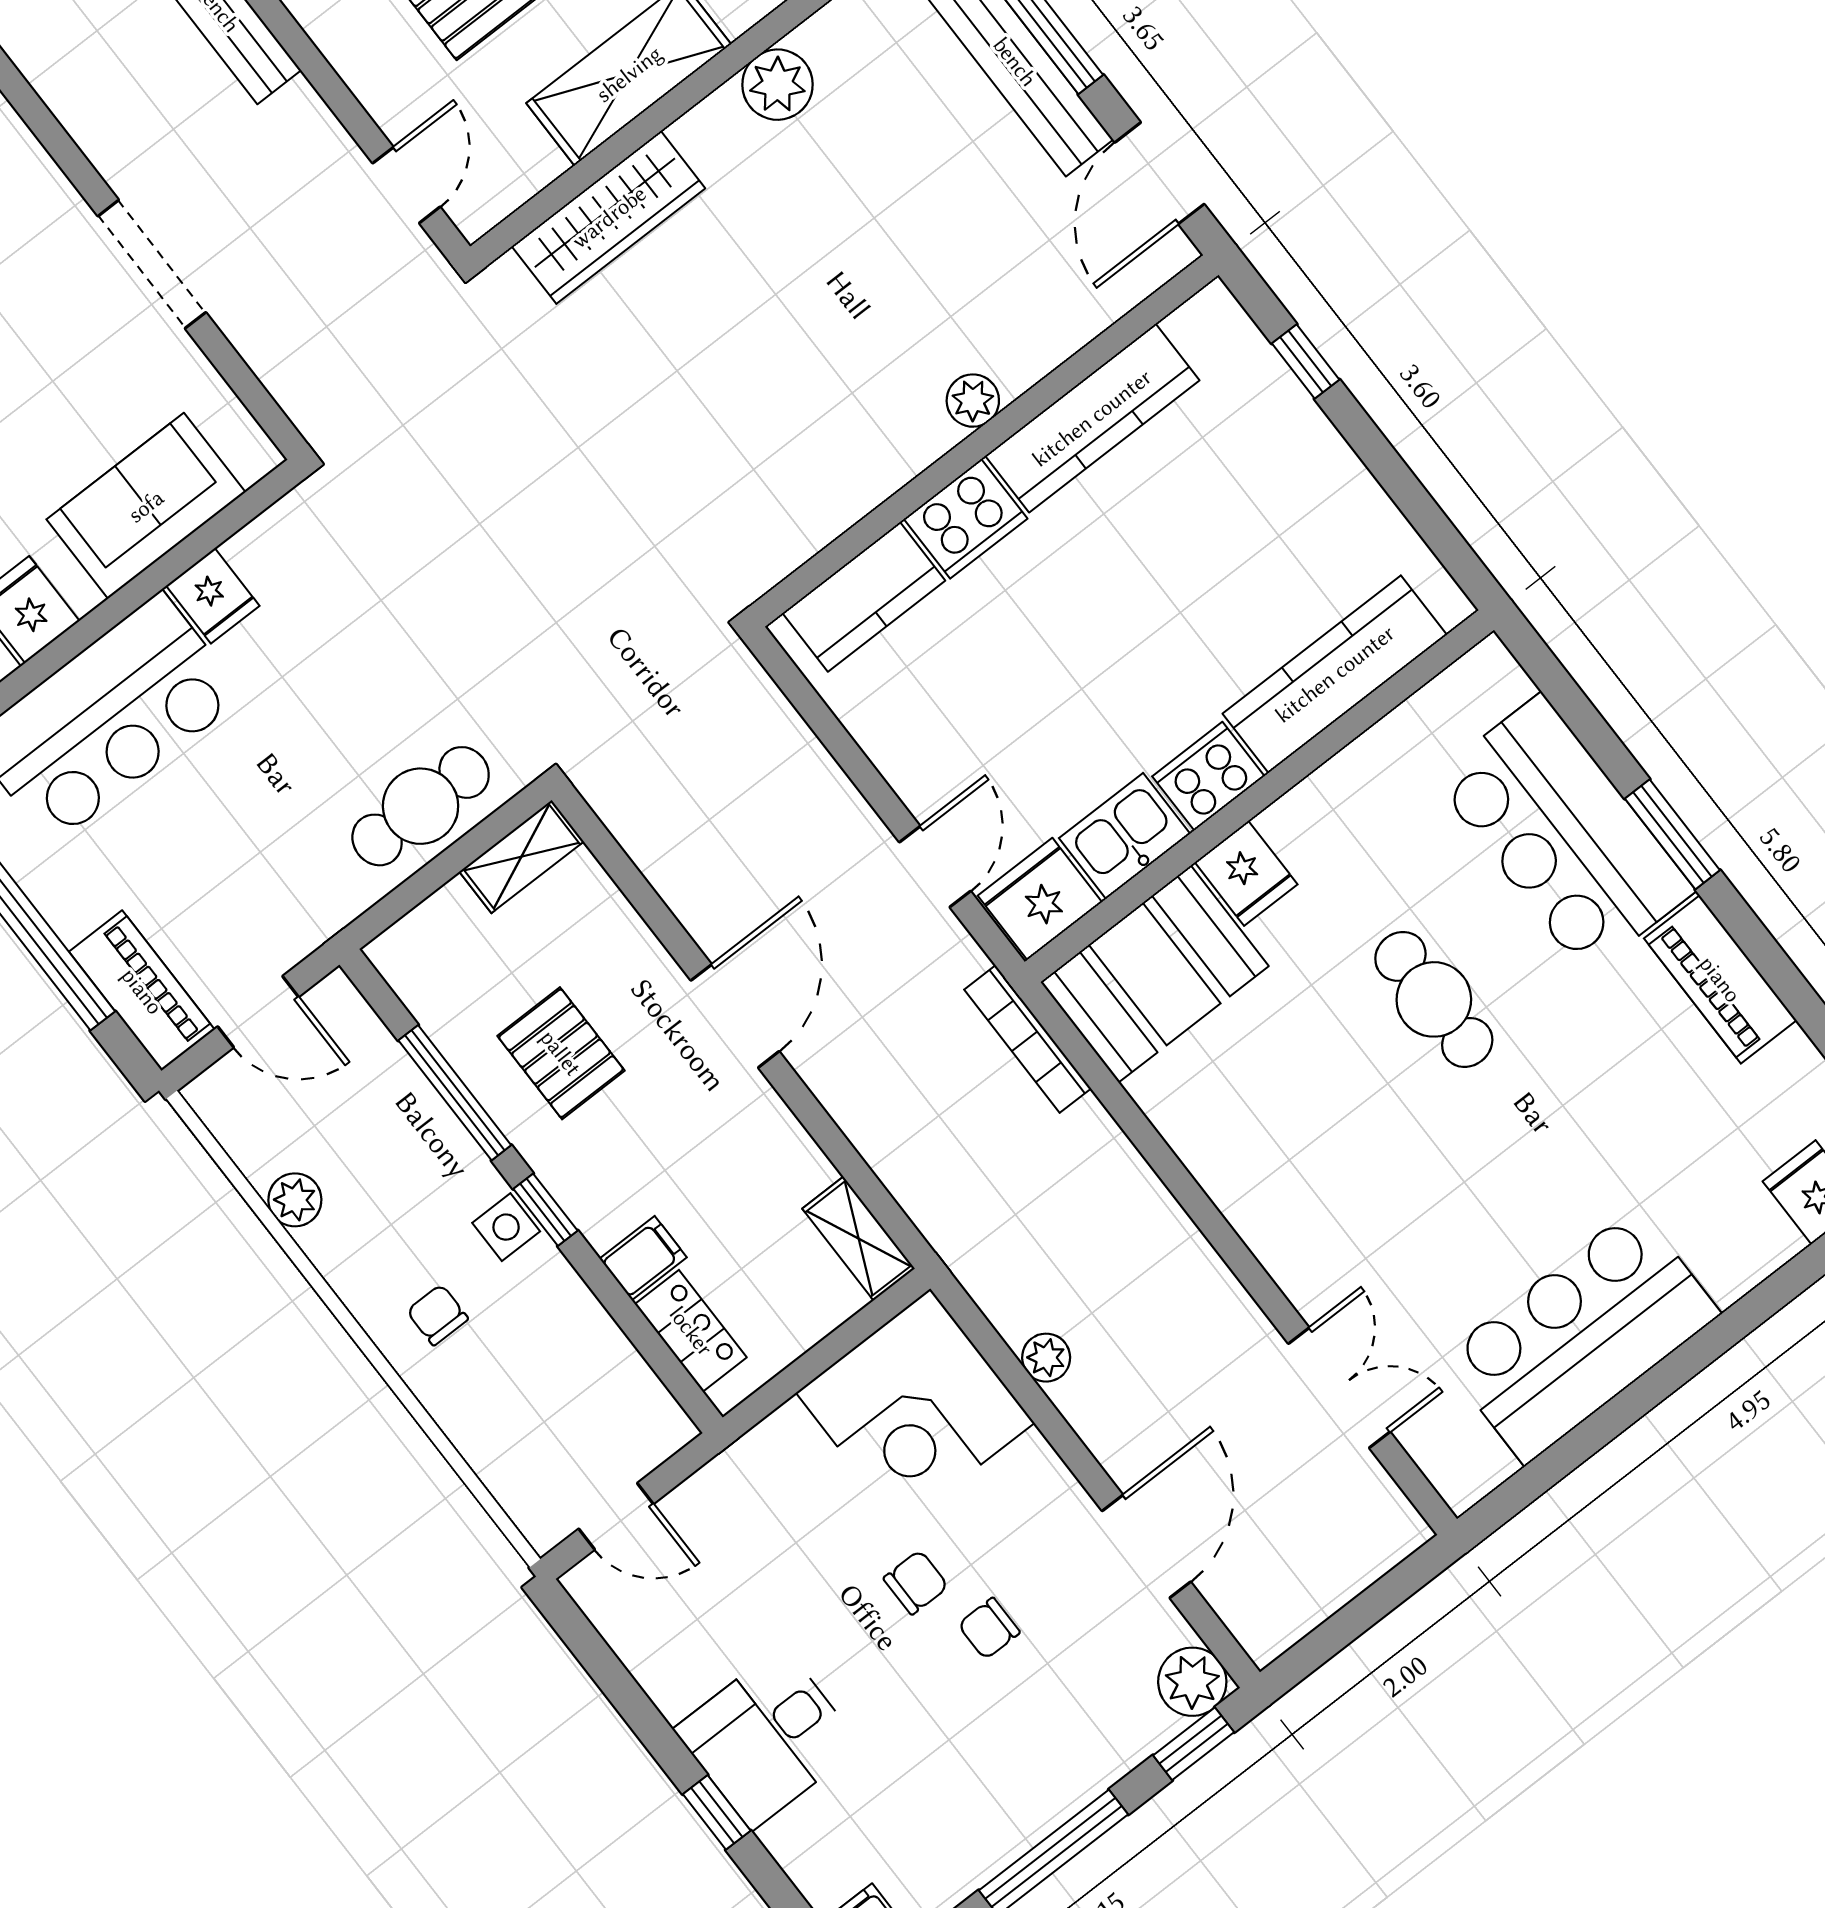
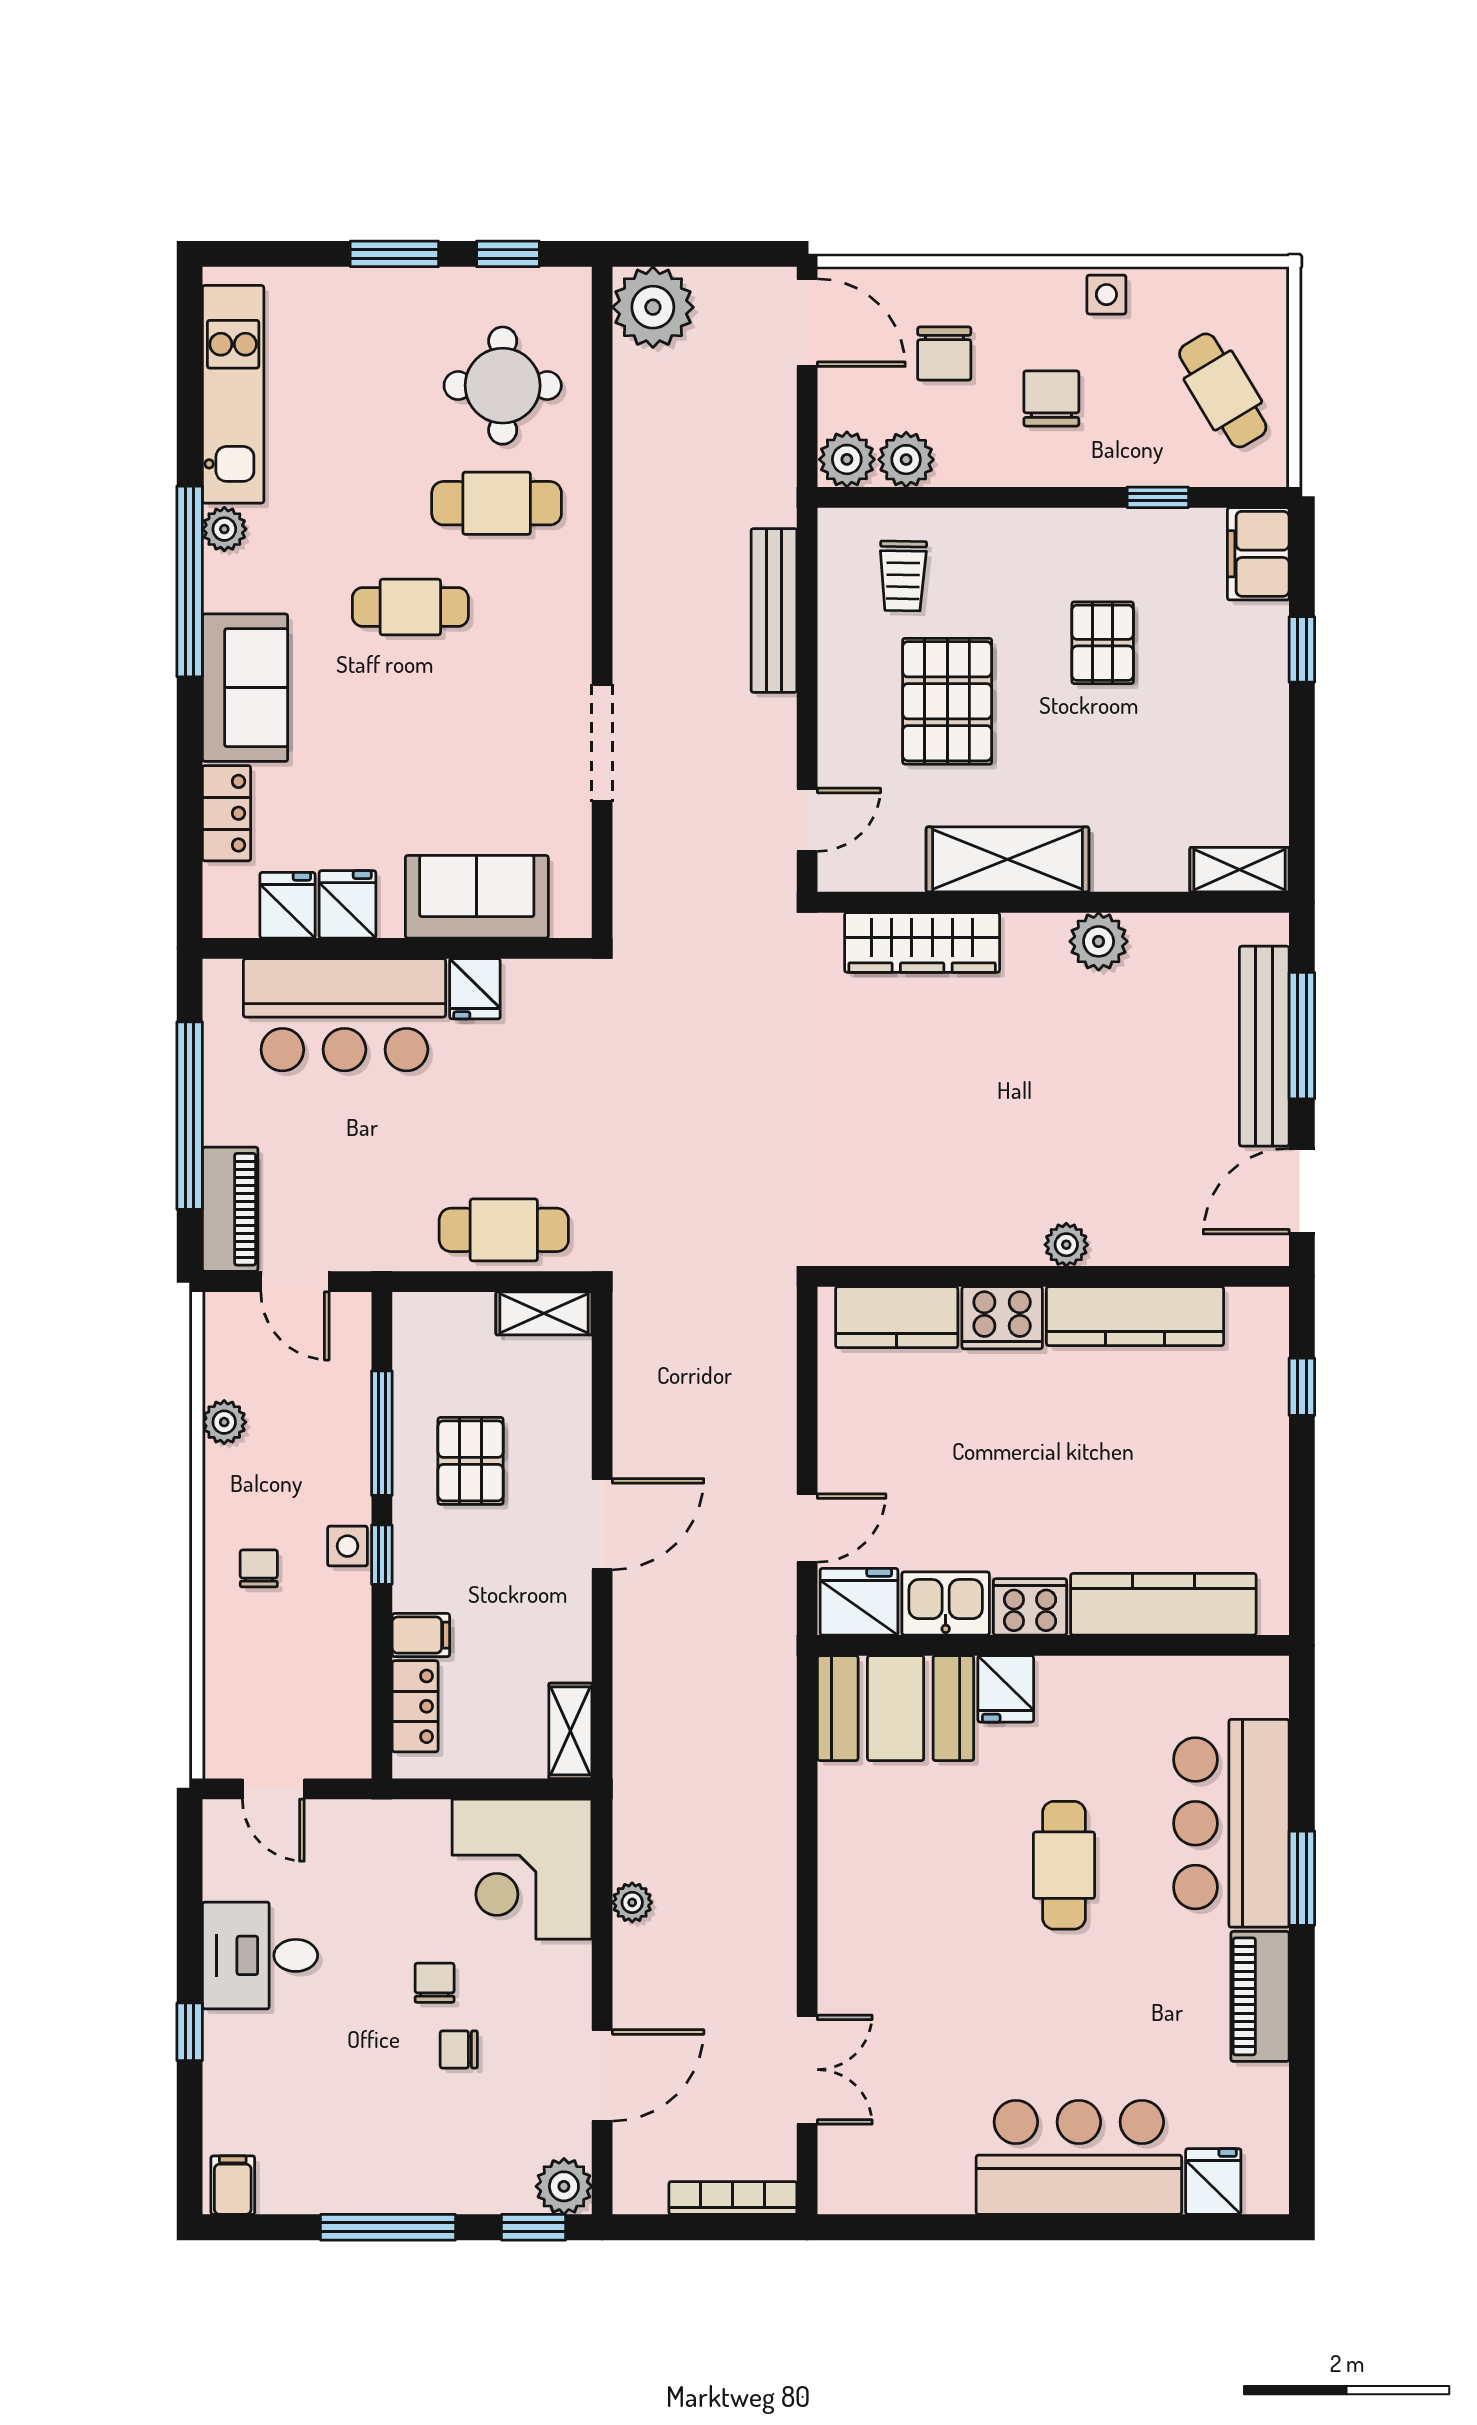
bookcase: (1028, 1039) -> (733, 2198), moved, turned 90
bar counter: (1581, 1336) -> (1079, 2157), moved
chair: (916, 1582) -> (435, 1983), turned -90
desk: (767, 1738) -> (260, 1955), moved

